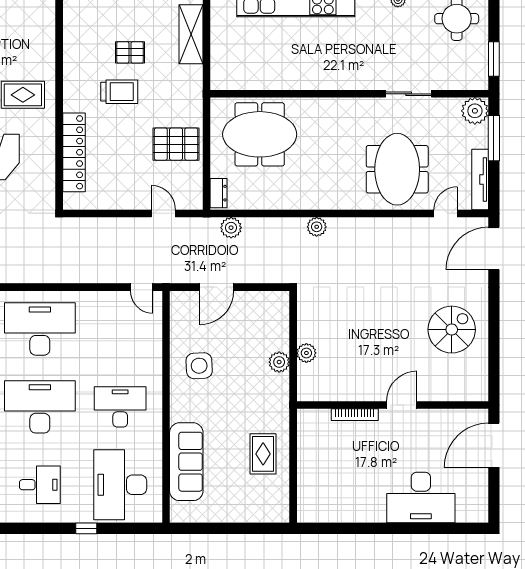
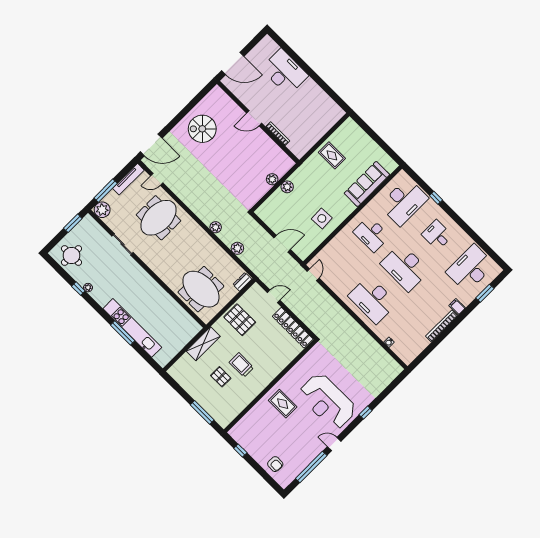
shelving: (191, 34) -> (203, 344), moved
locker: (74, 152) -> (293, 328), moved, turned -90
door: (163, 213) -> (274, 296), swing flipped
plant: (231, 228) -> (237, 248), moved
rug: (263, 454) -> (332, 155), turned 90

